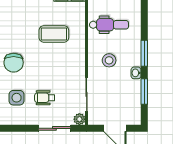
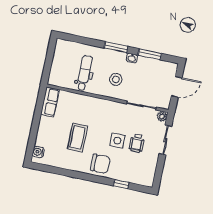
coffee table: (54, 34) -> (78, 137), moved
side table: (17, 98) -> (117, 141), moved

